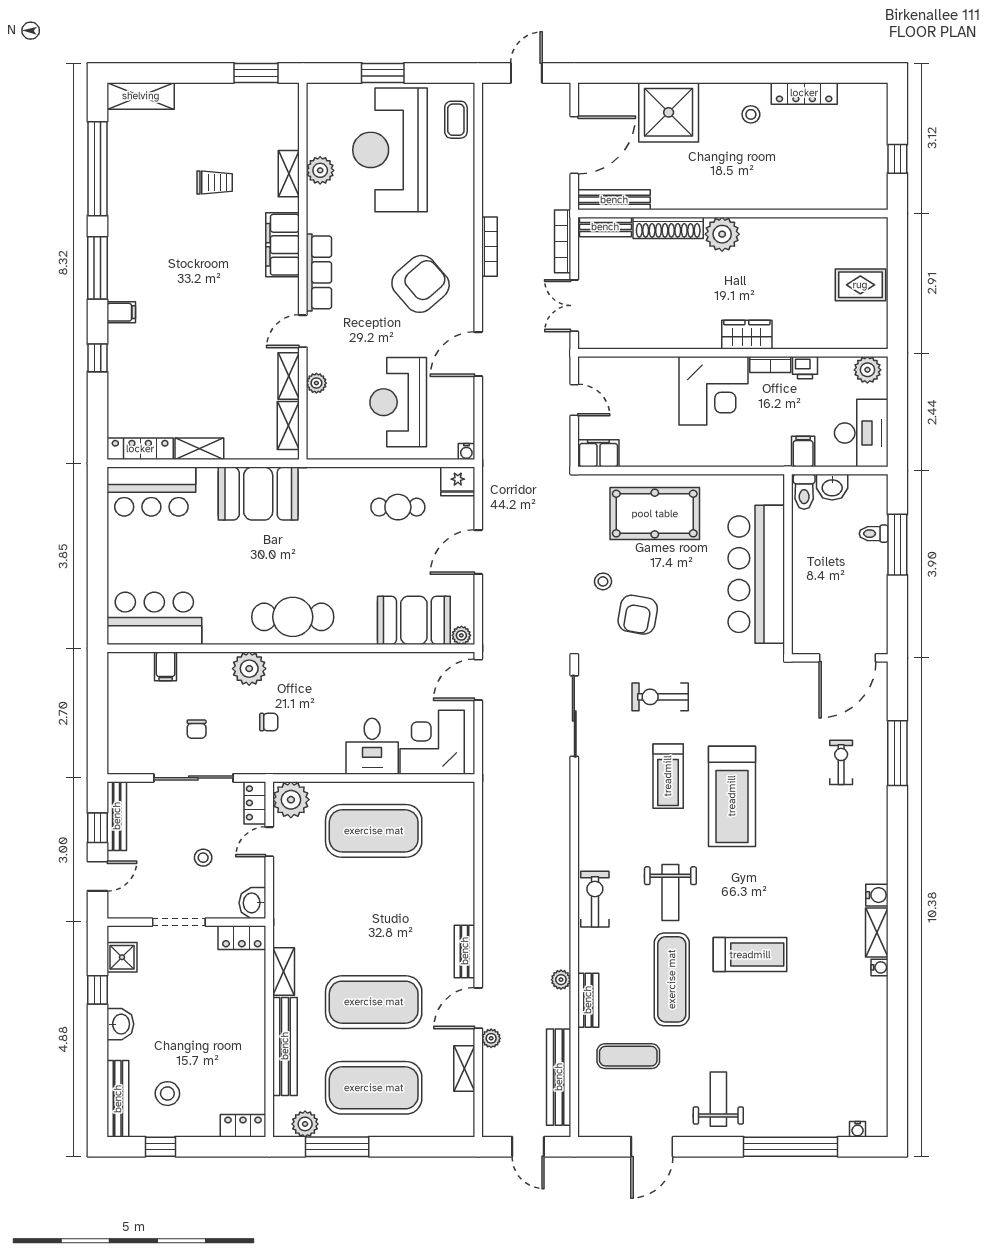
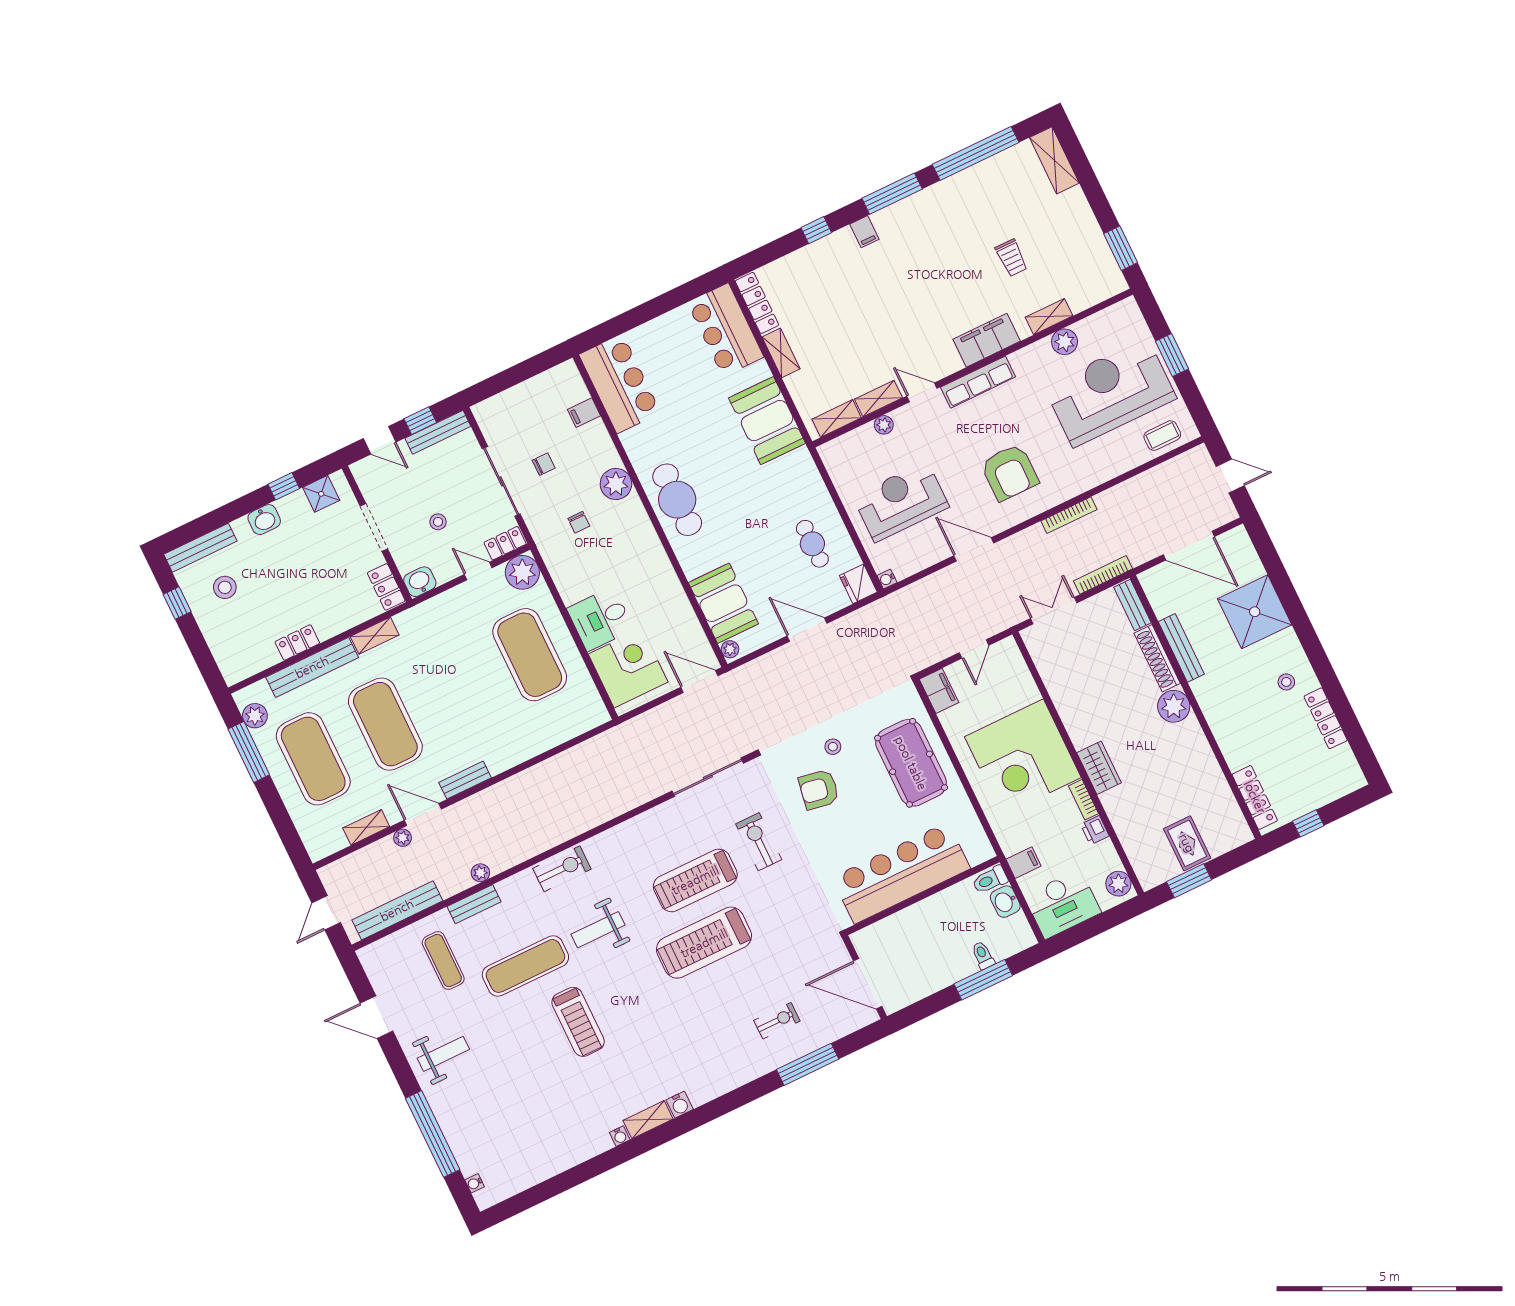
locker: (848, 198) -> (1255, 797), added
bench: (614, 200) -> (1181, 648), moved
armchair: (421, 284) -> (1009, 472), turned 41
window: (897, 300) -> (1189, 881), added
corner desk: (714, 391) -> (1023, 757), width x1.36, depth x1.36
chair: (197, 729) -> (544, 464), turned 180
treadmill: (668, 776) -> (695, 880), width x1.37, depth x1.38
locker: (243, 1126) -> (297, 642), moved, turned -90

